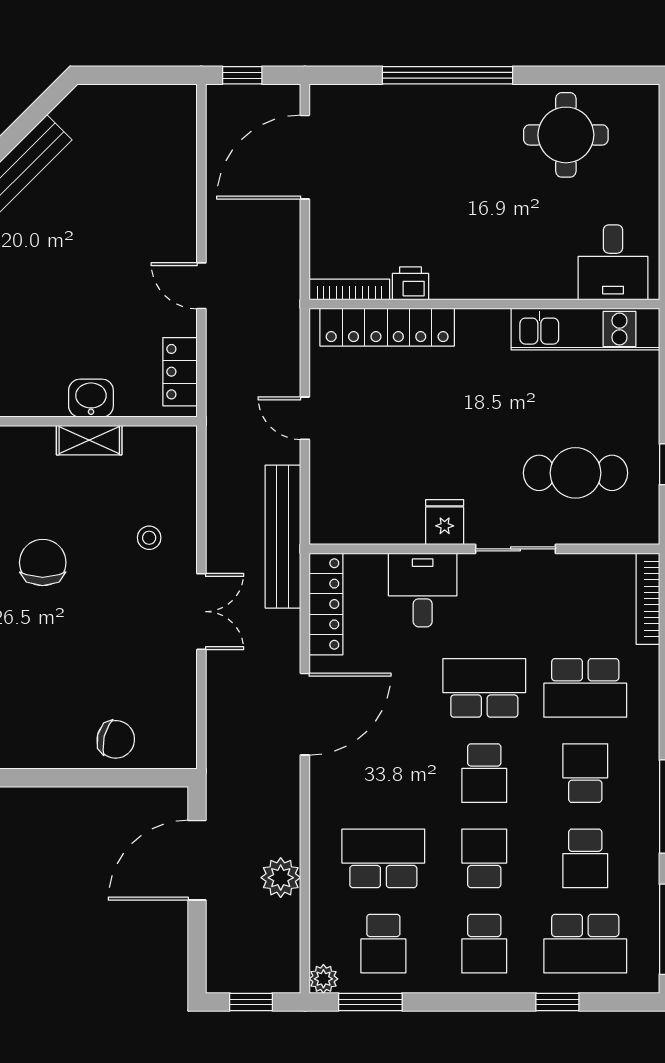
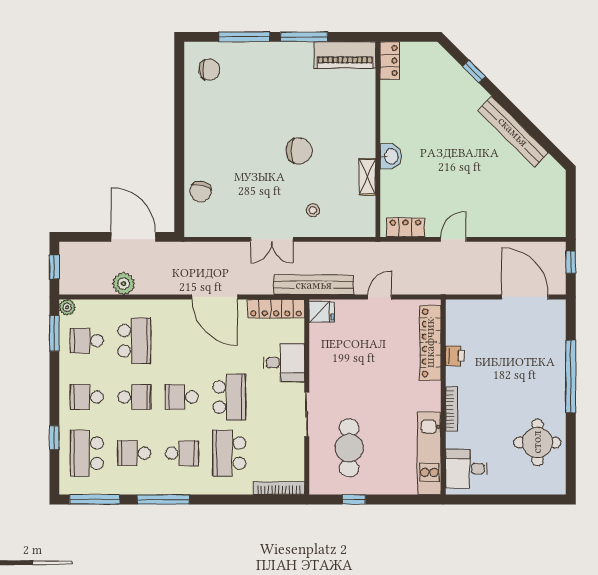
bookcase: (349, 289) -> (451, 409), moved
washbasin: (91, 398) -> (391, 156), moved
fridge: (445, 522) -> (322, 312), moved

